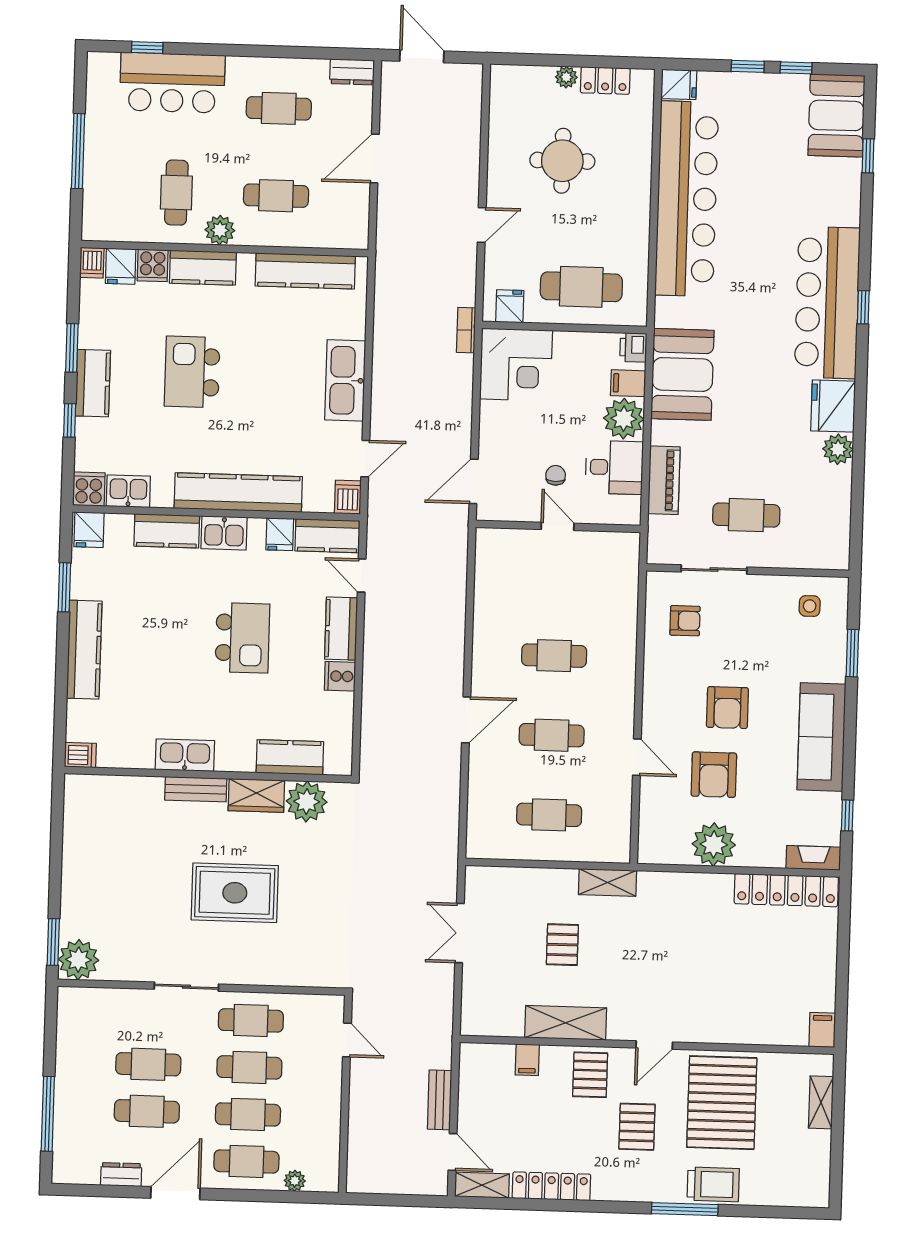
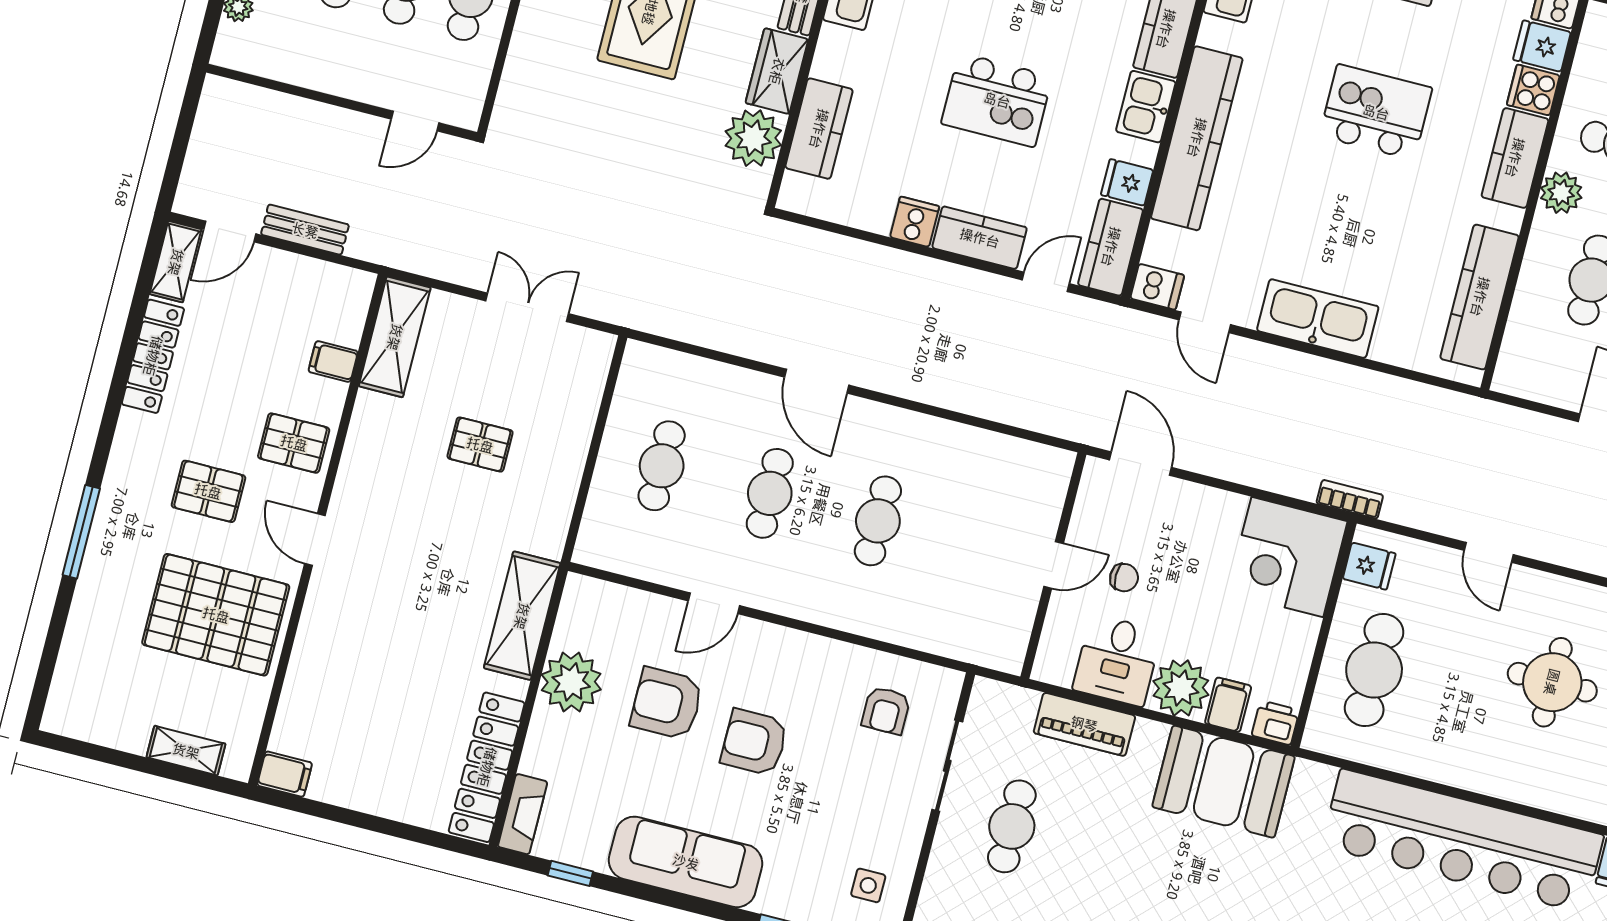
shelving: (608, 882) -> (522, 616), moved, width x1.50, depth x1.33
shelving: (566, 1023) -> (395, 337), moved
trolley: (713, 1184) -> (106, 578), removed

